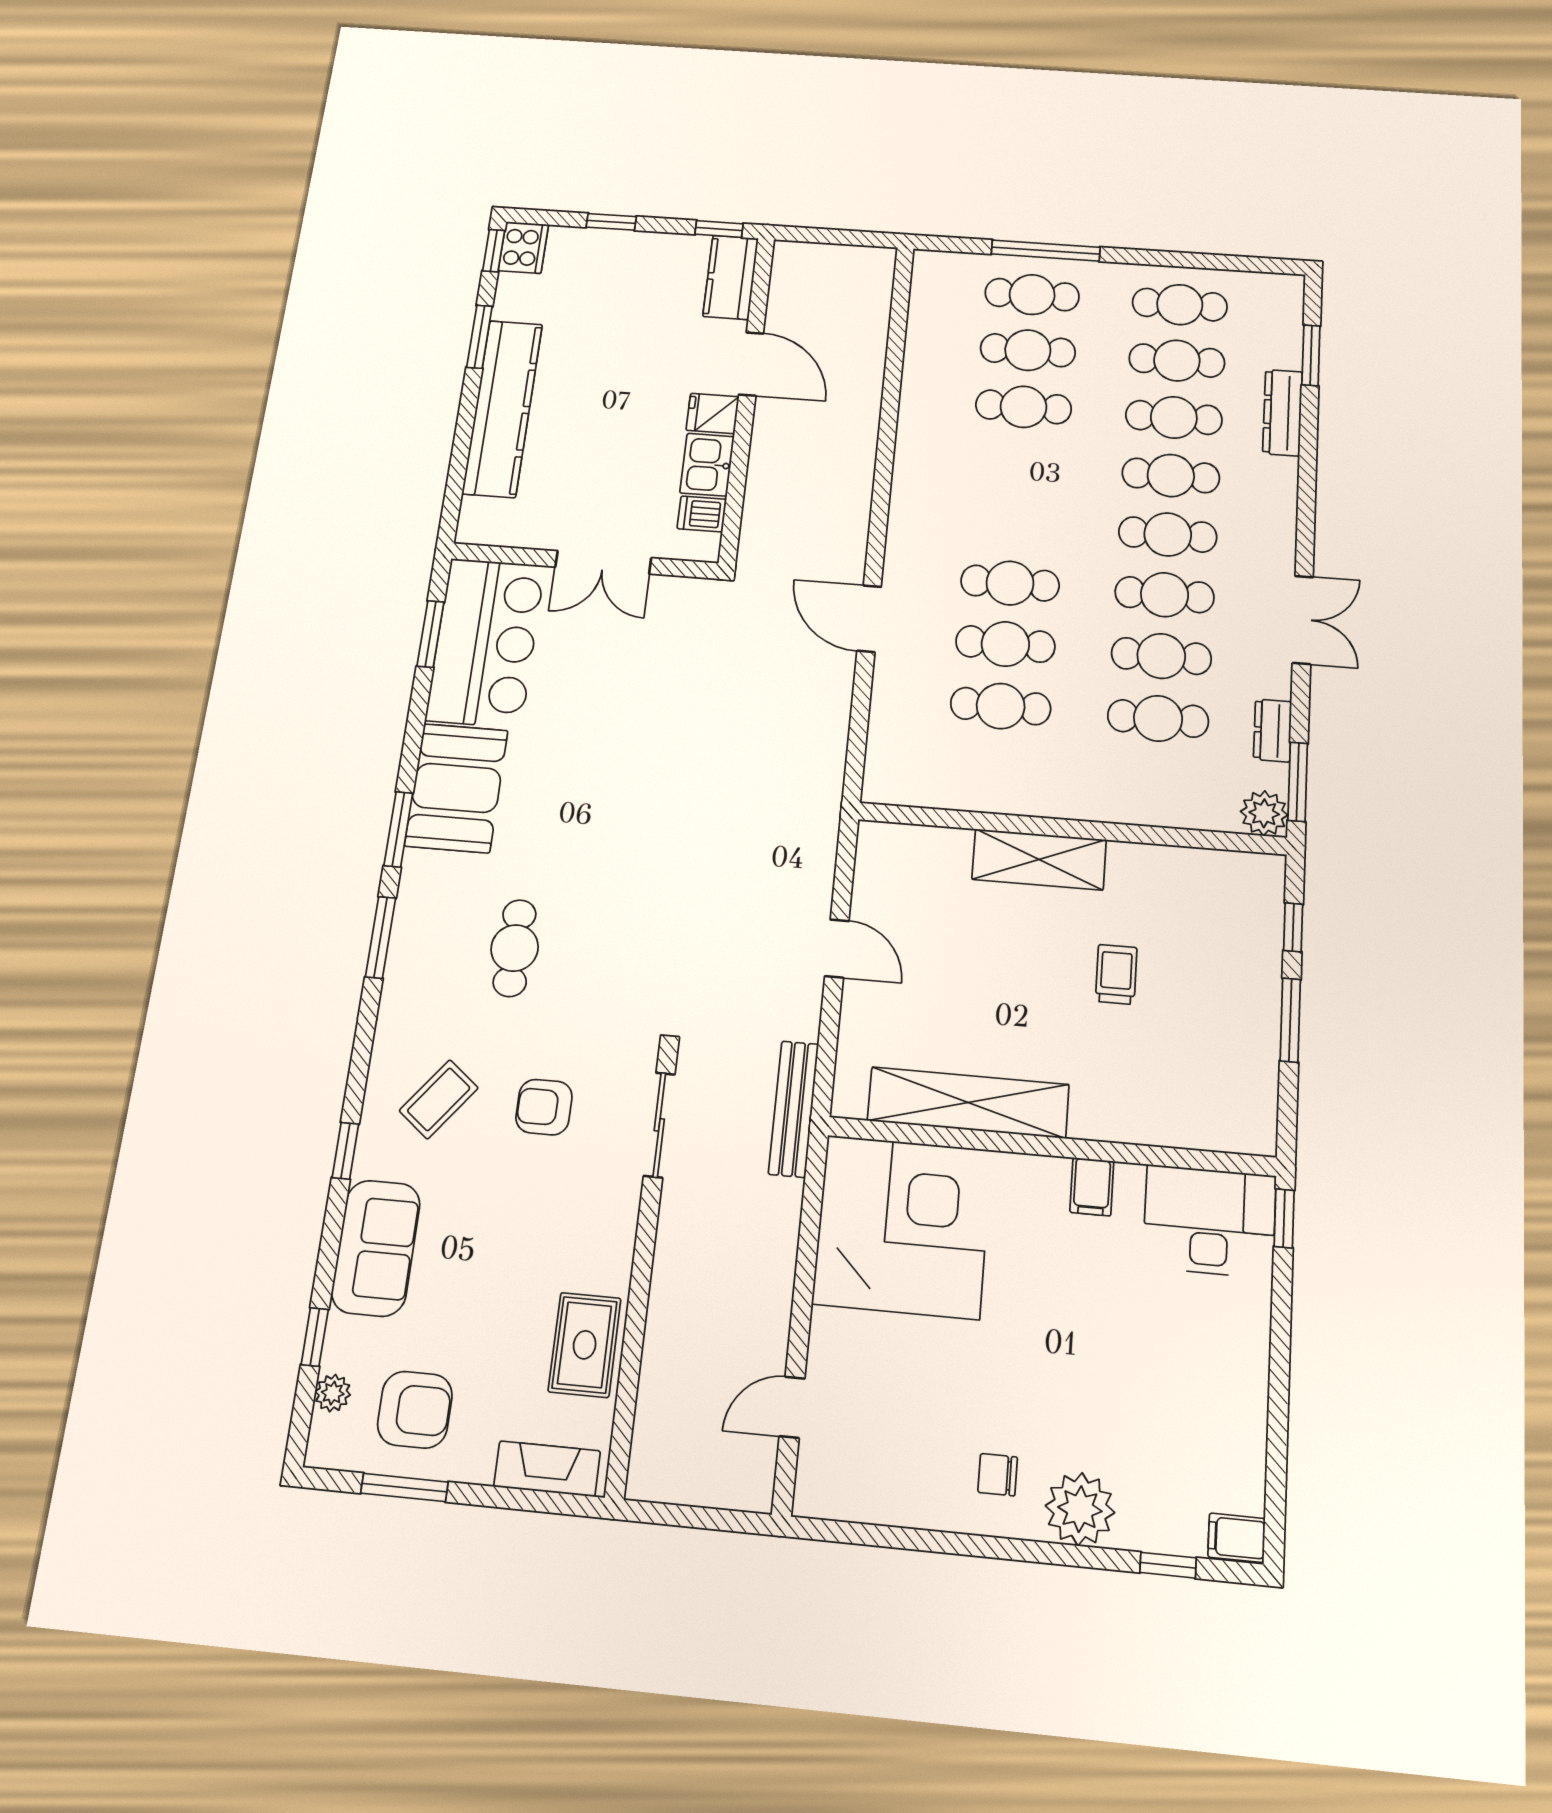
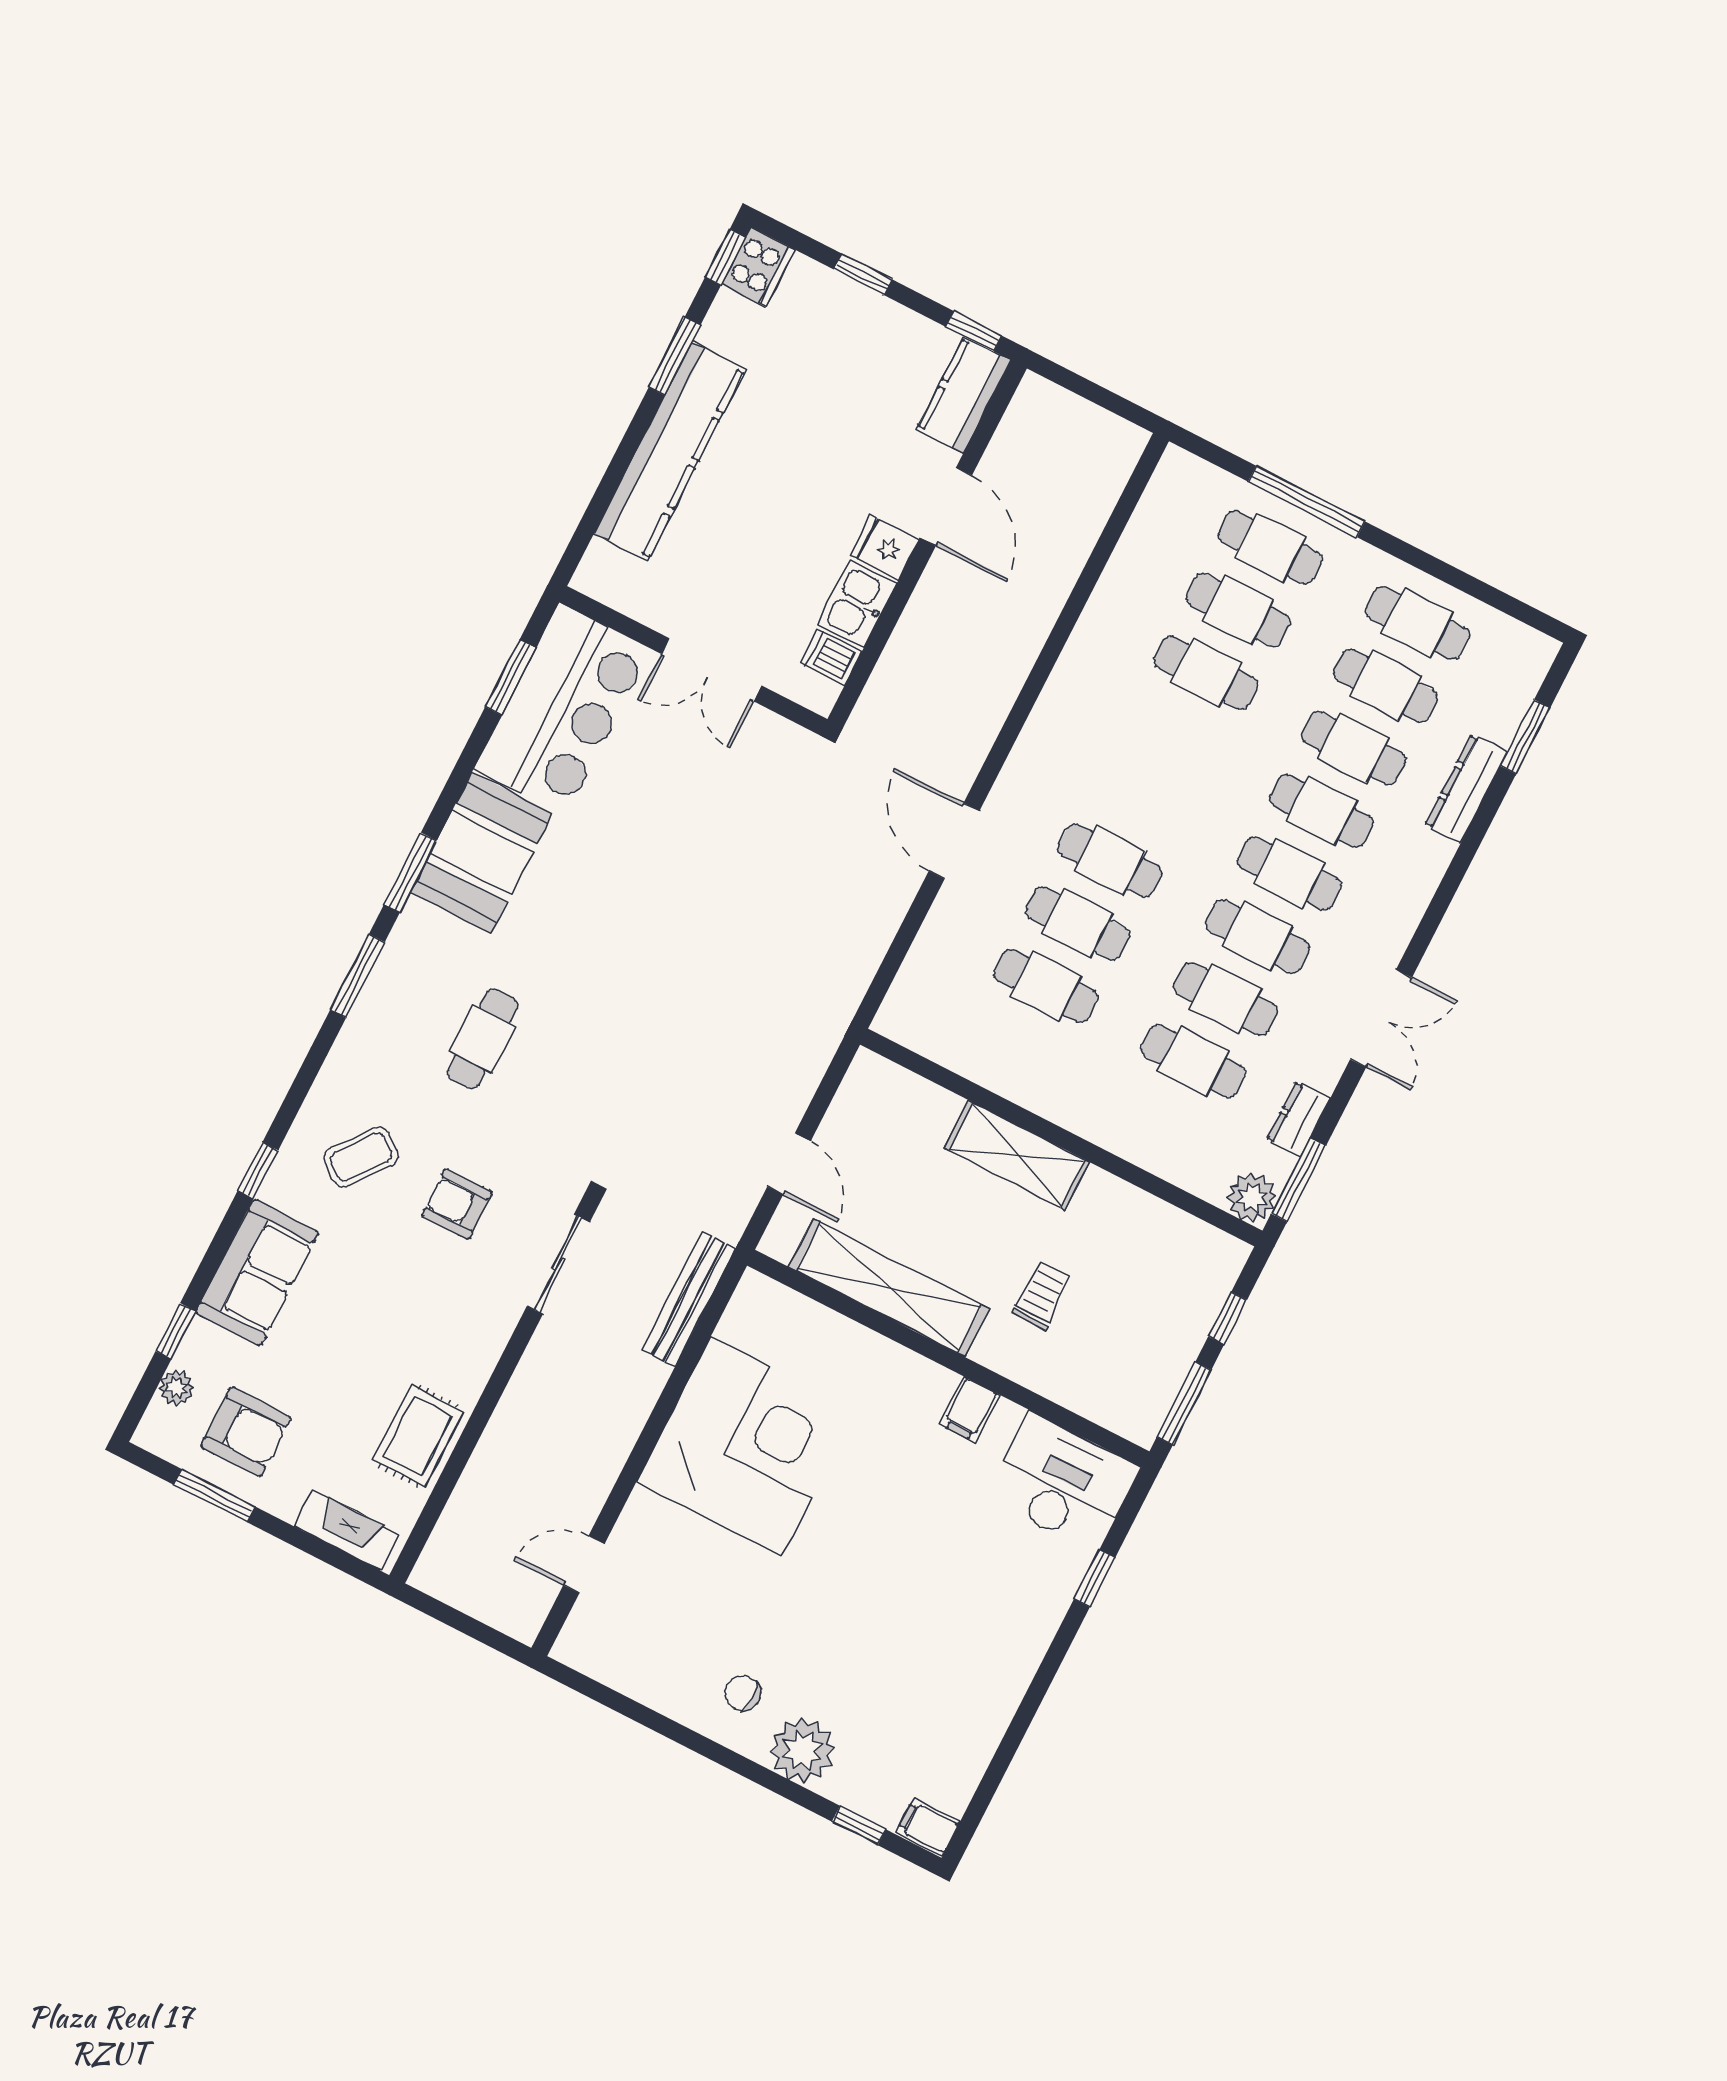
shelving: (968, 1103) -> (889, 1288), moved
wall: (1051, 1146) -> (948, 1358), moved
filing cabinet: (1092, 1187) -> (970, 1409), moved
desk: (1210, 1221) -> (1063, 1483), moved

